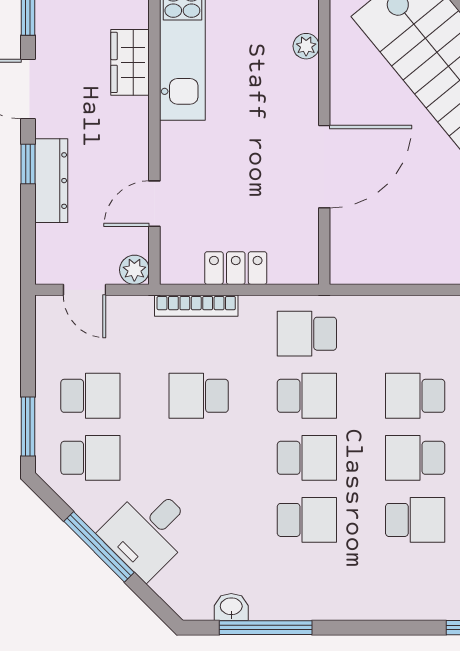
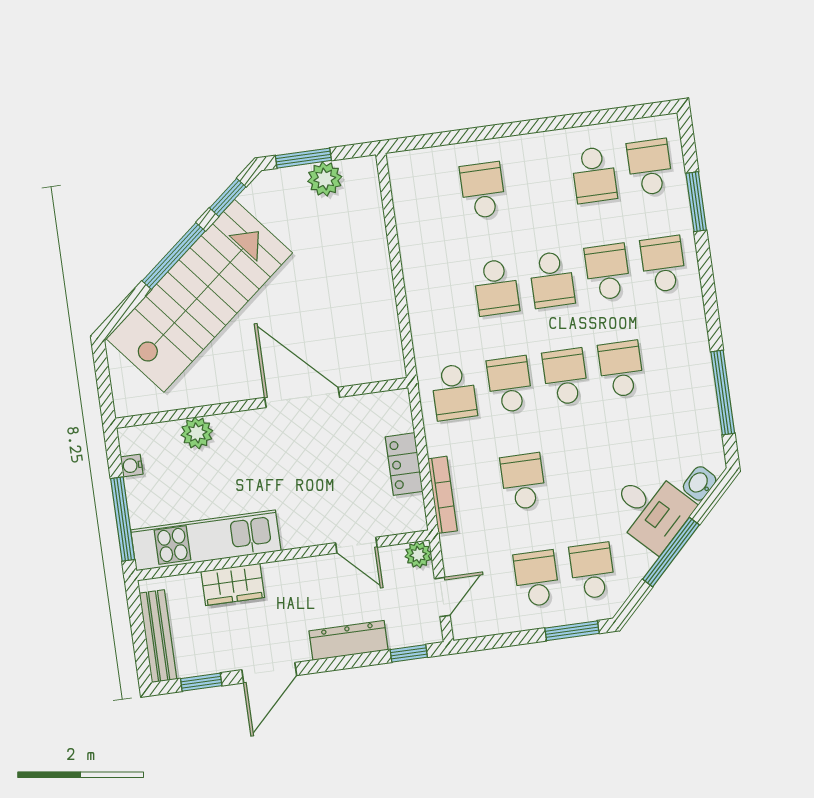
plant: (306, 46) -> (197, 433), width x1.38, depth x1.38
window: (28, 164) -> (409, 653), moved
school desk: (199, 396) -> (523, 481), turned 180
school desk: (415, 582) -> (663, 264), added
washbasin: (231, 607) -> (700, 483), moved, turned 45

